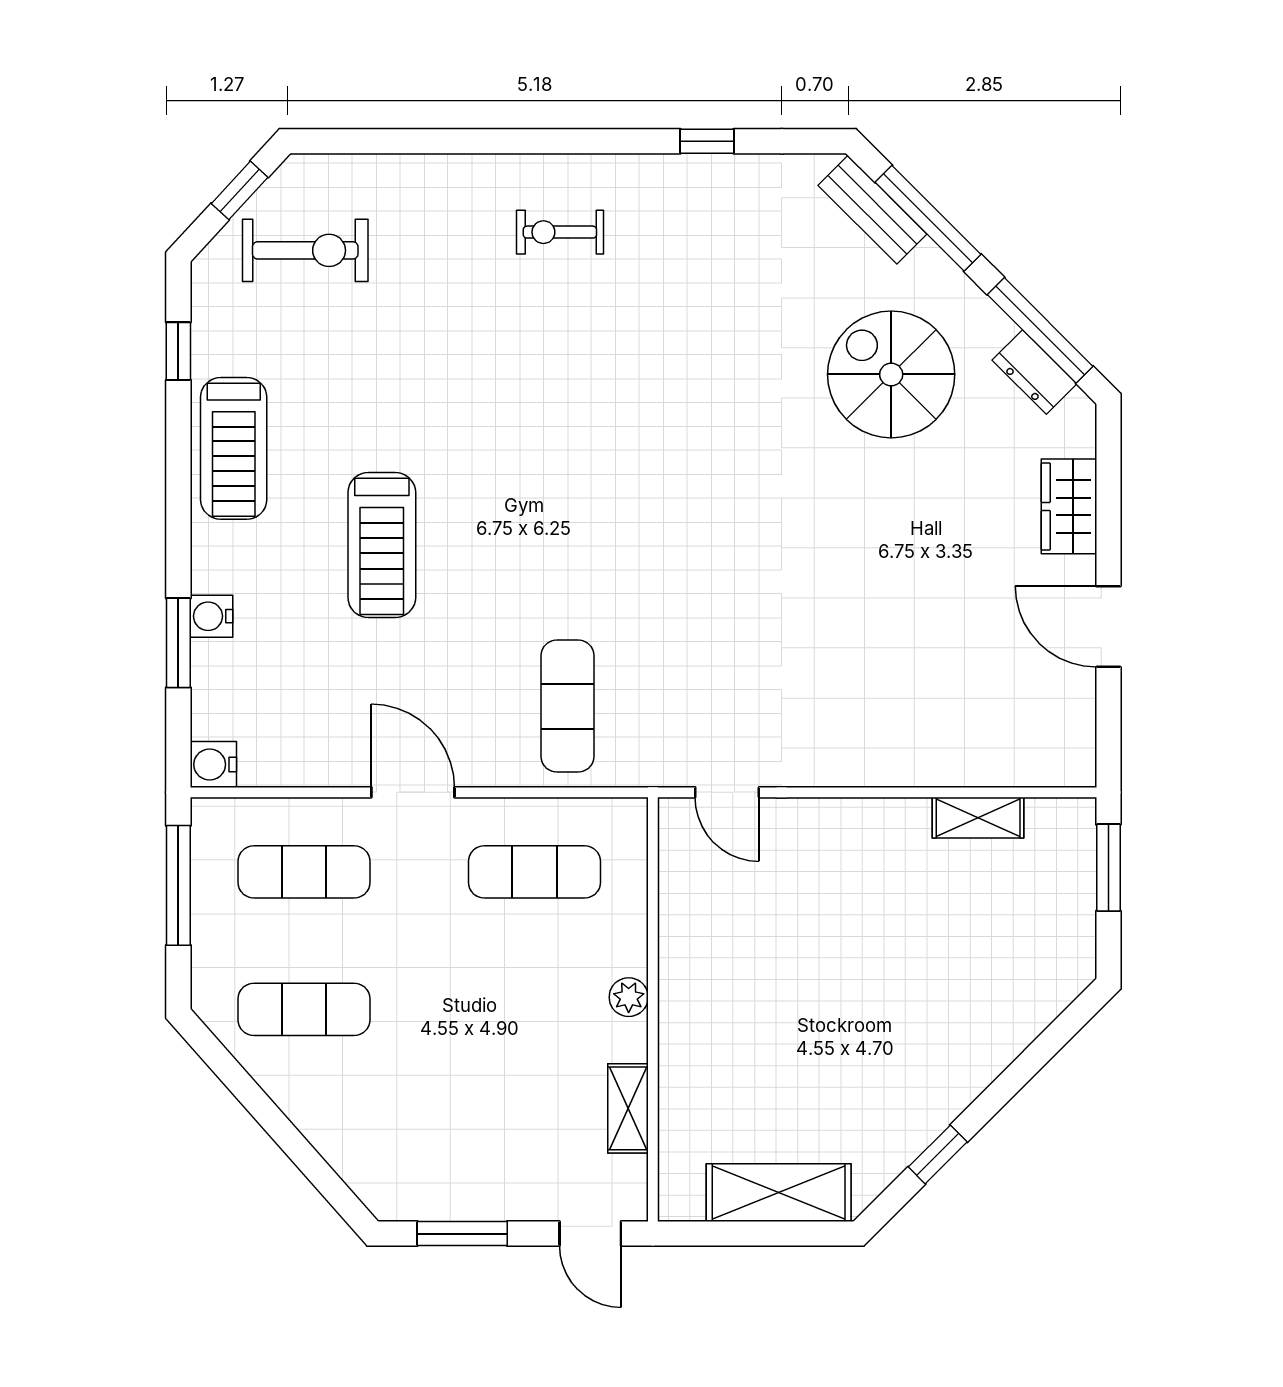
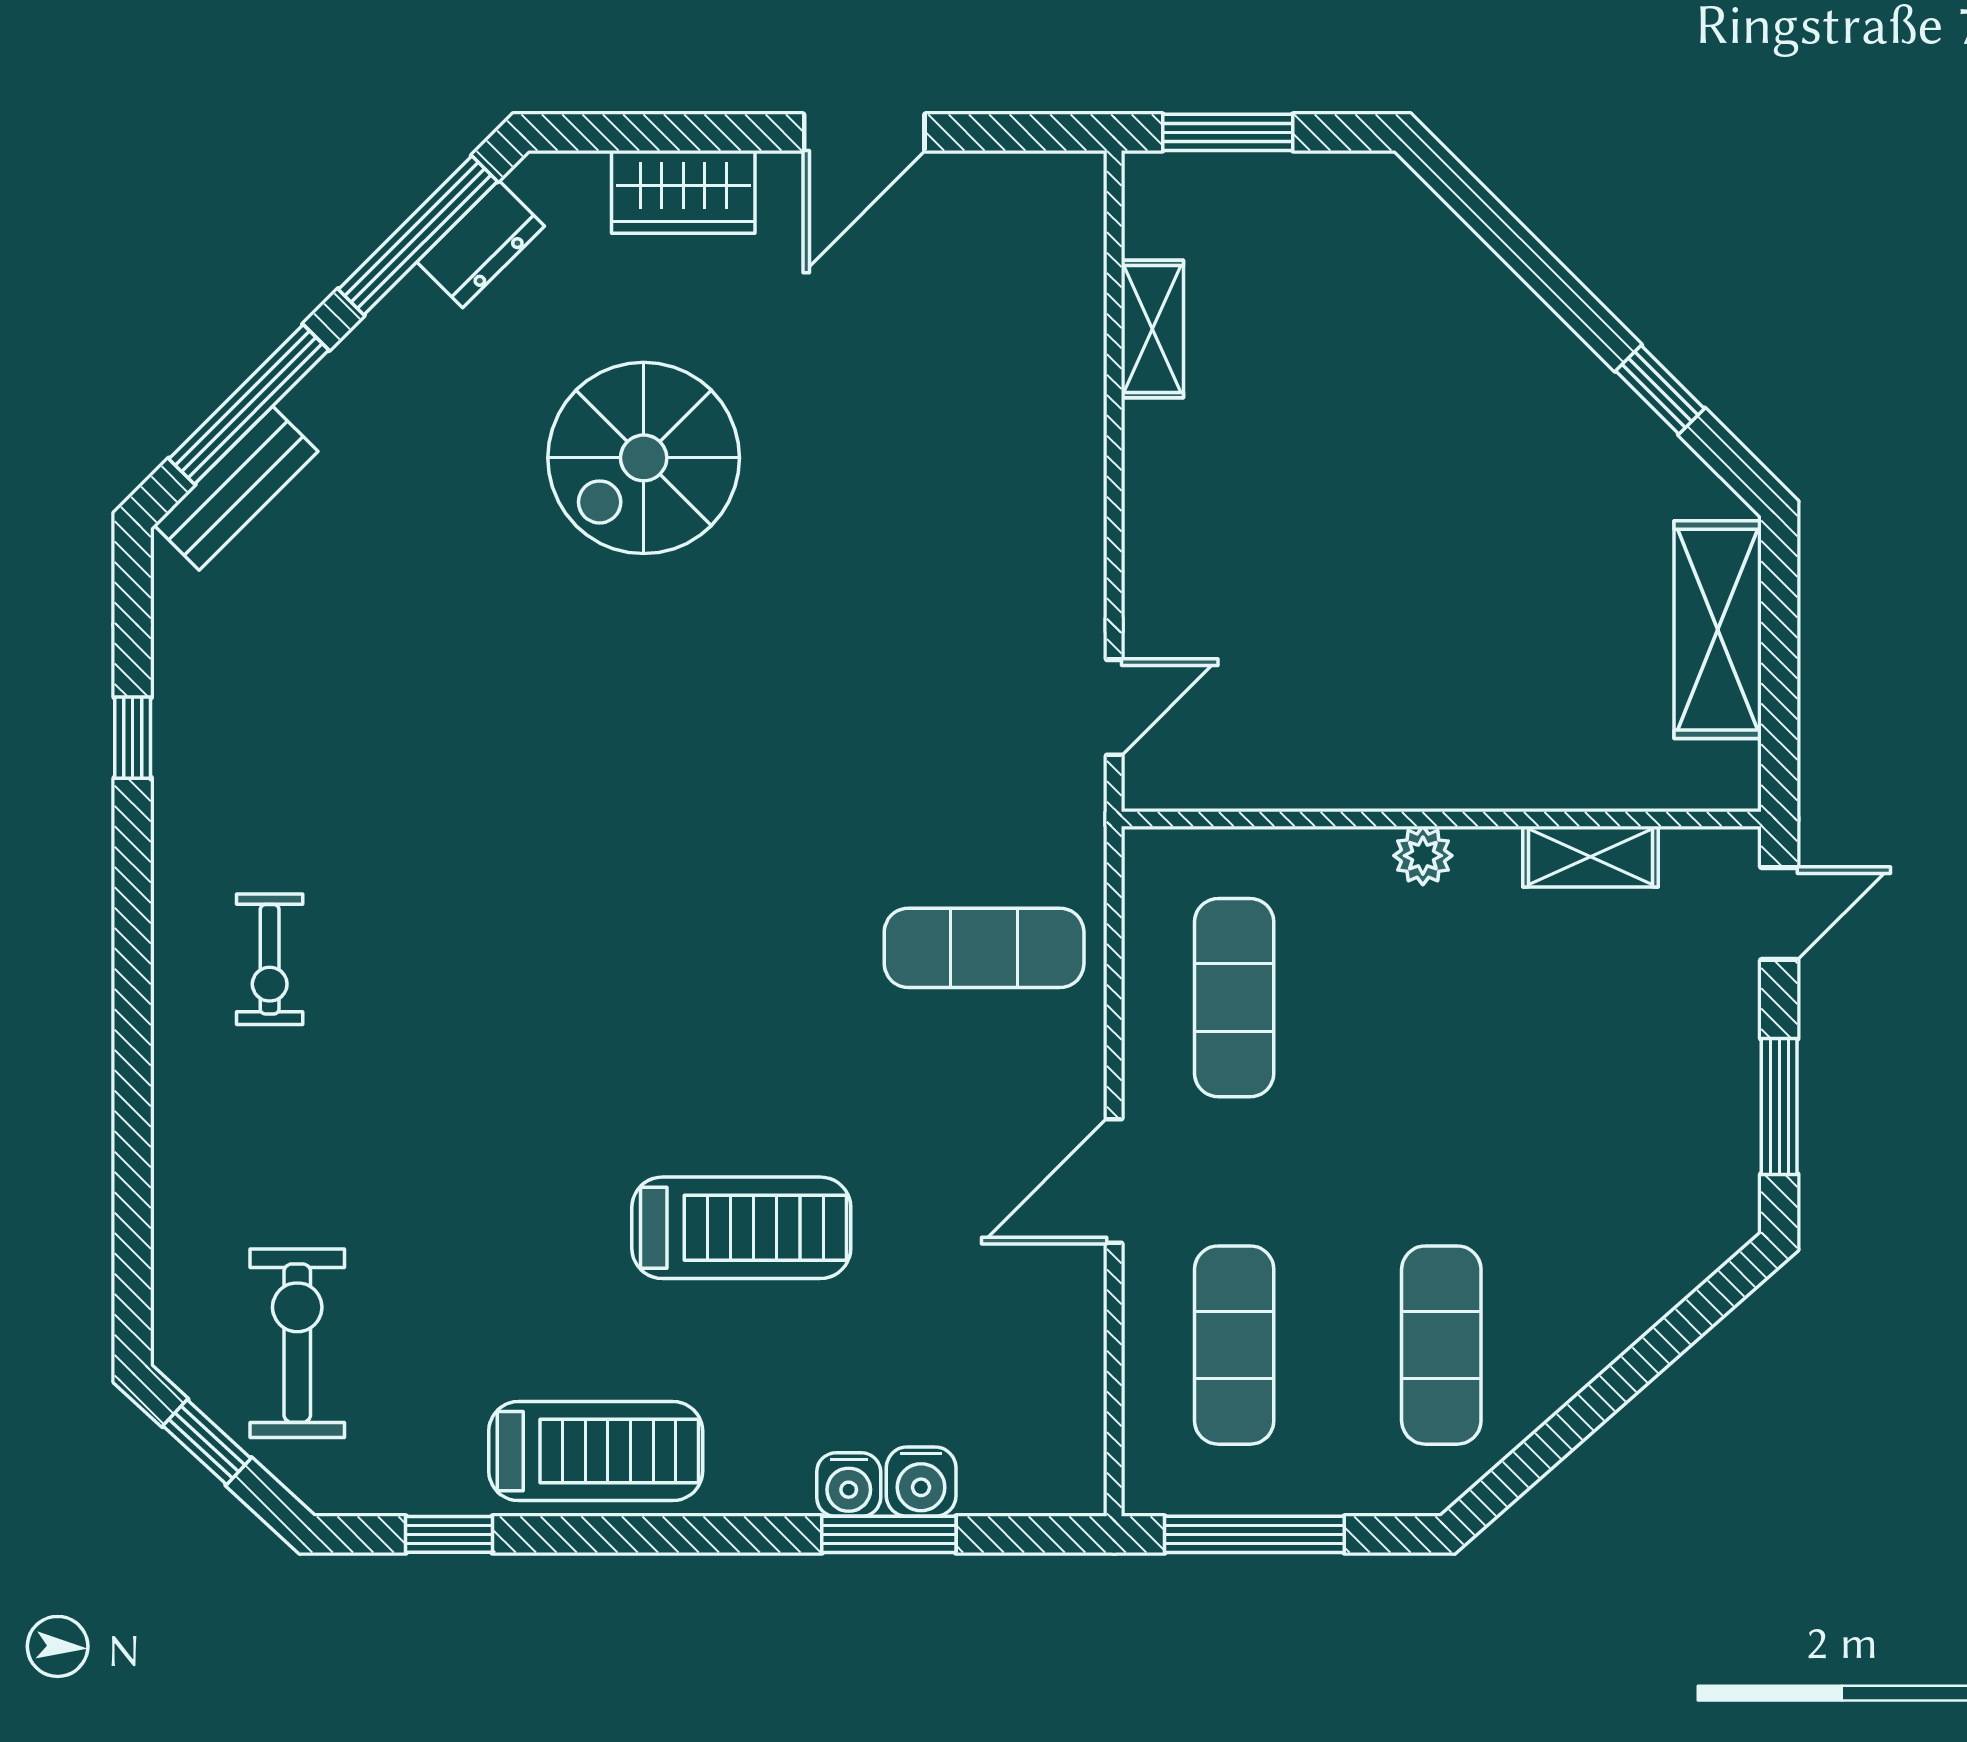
spiral stairs: (891, 374) -> (644, 458), moved
water cooler: (213, 764) -> (921, 1482), moved

